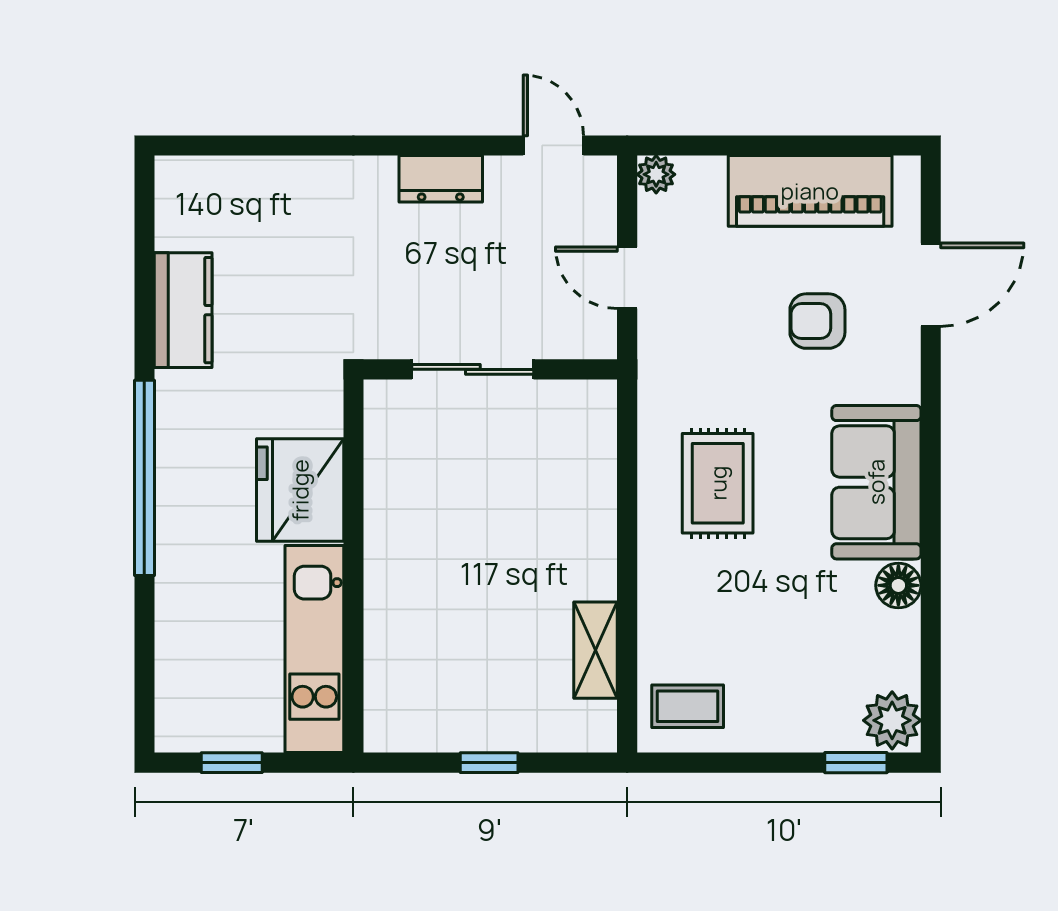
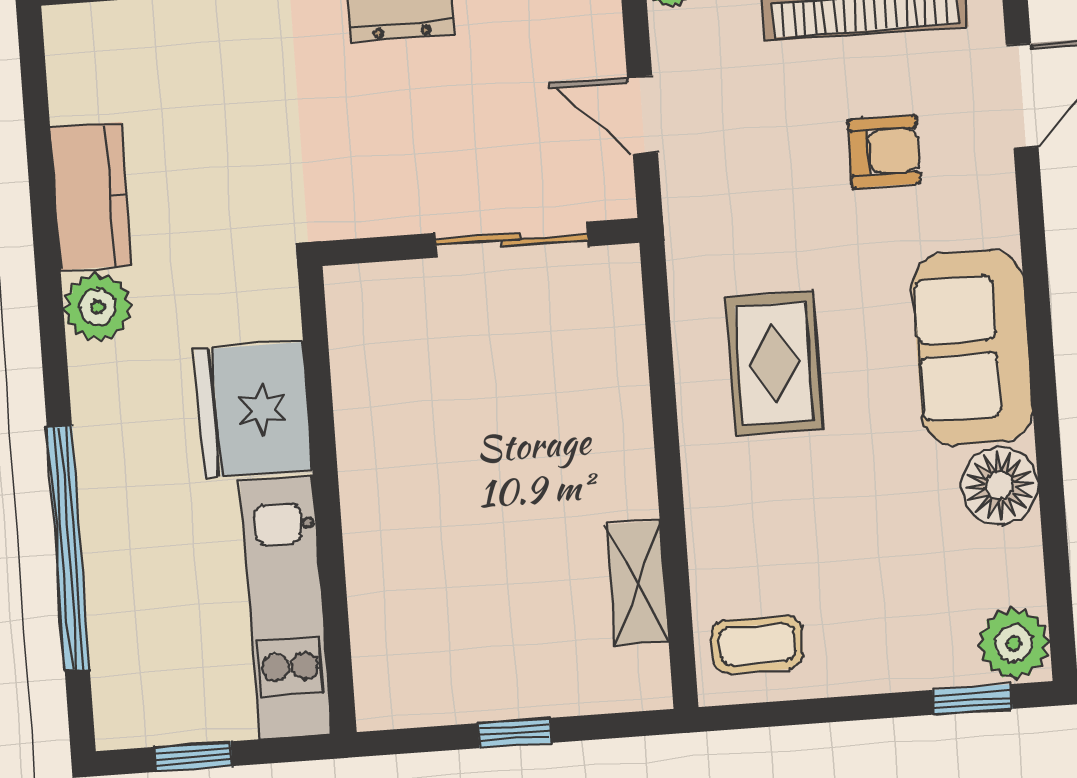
armchair: (817, 321) -> (884, 152), turned 180
sliding door: (473, 369) -> (511, 240), moved
plant: (182, 399) -> (98, 307), added
window: (144, 478) -> (68, 548), moved
floor lamp: (898, 585) -> (1000, 486), width x1.38, depth x1.38

